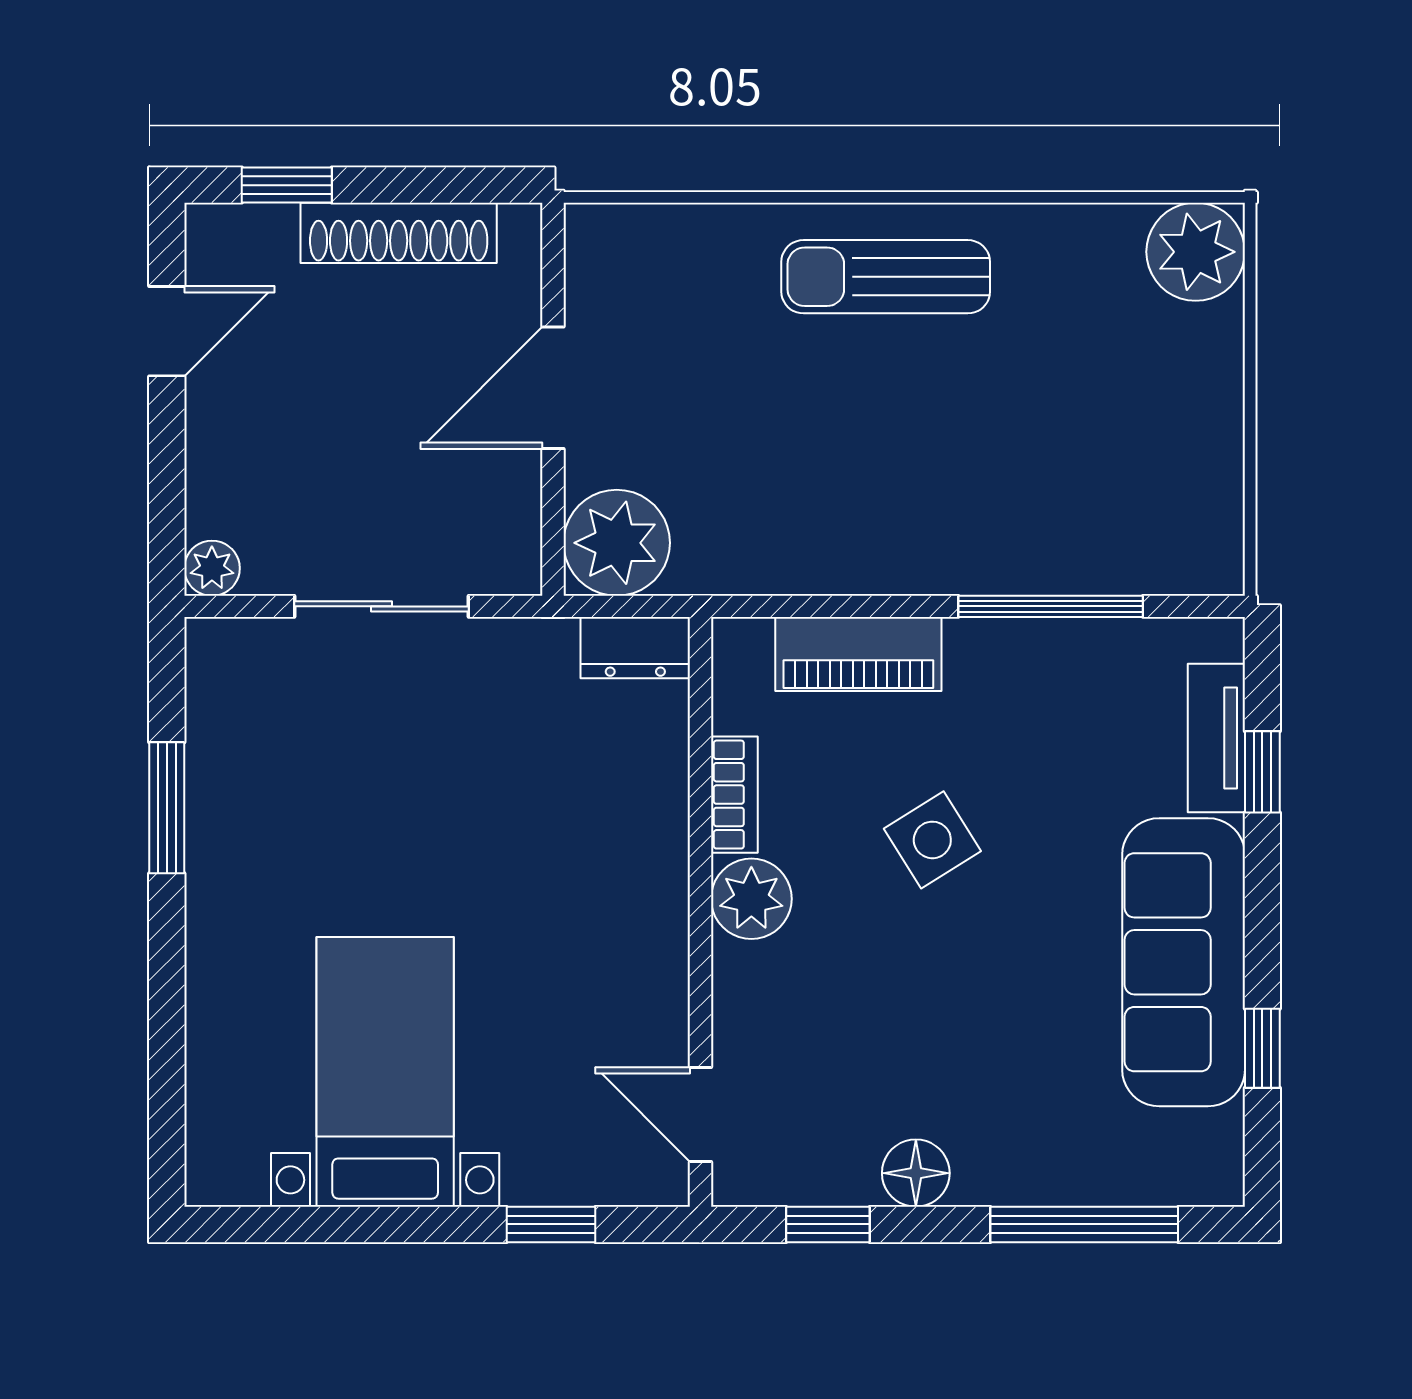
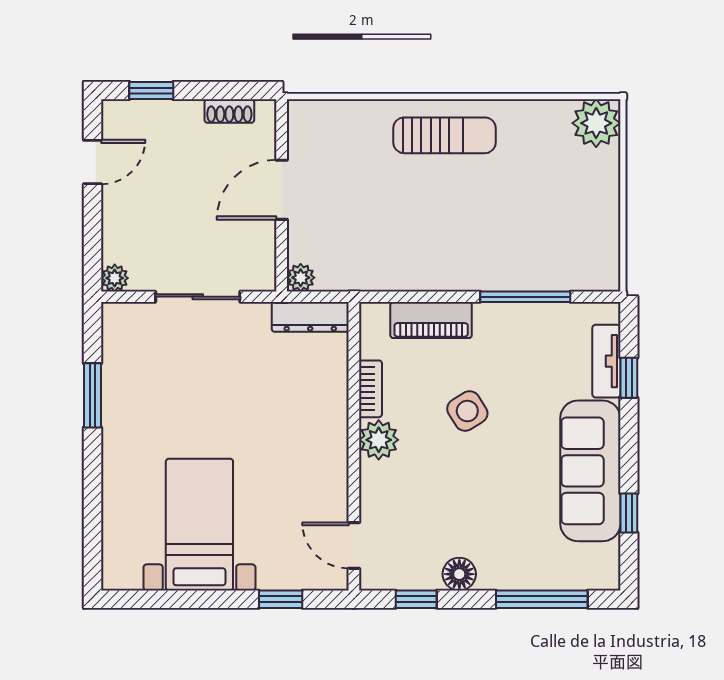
shoe rack: (399, 233) -> (229, 111), width x0.51, depth x0.81
sun lounger: (886, 277) -> (444, 135), turned 180
plant: (617, 543) -> (301, 278), width x0.53, depth x0.53
dresser: (635, 648) -> (310, 317), width x1.44

